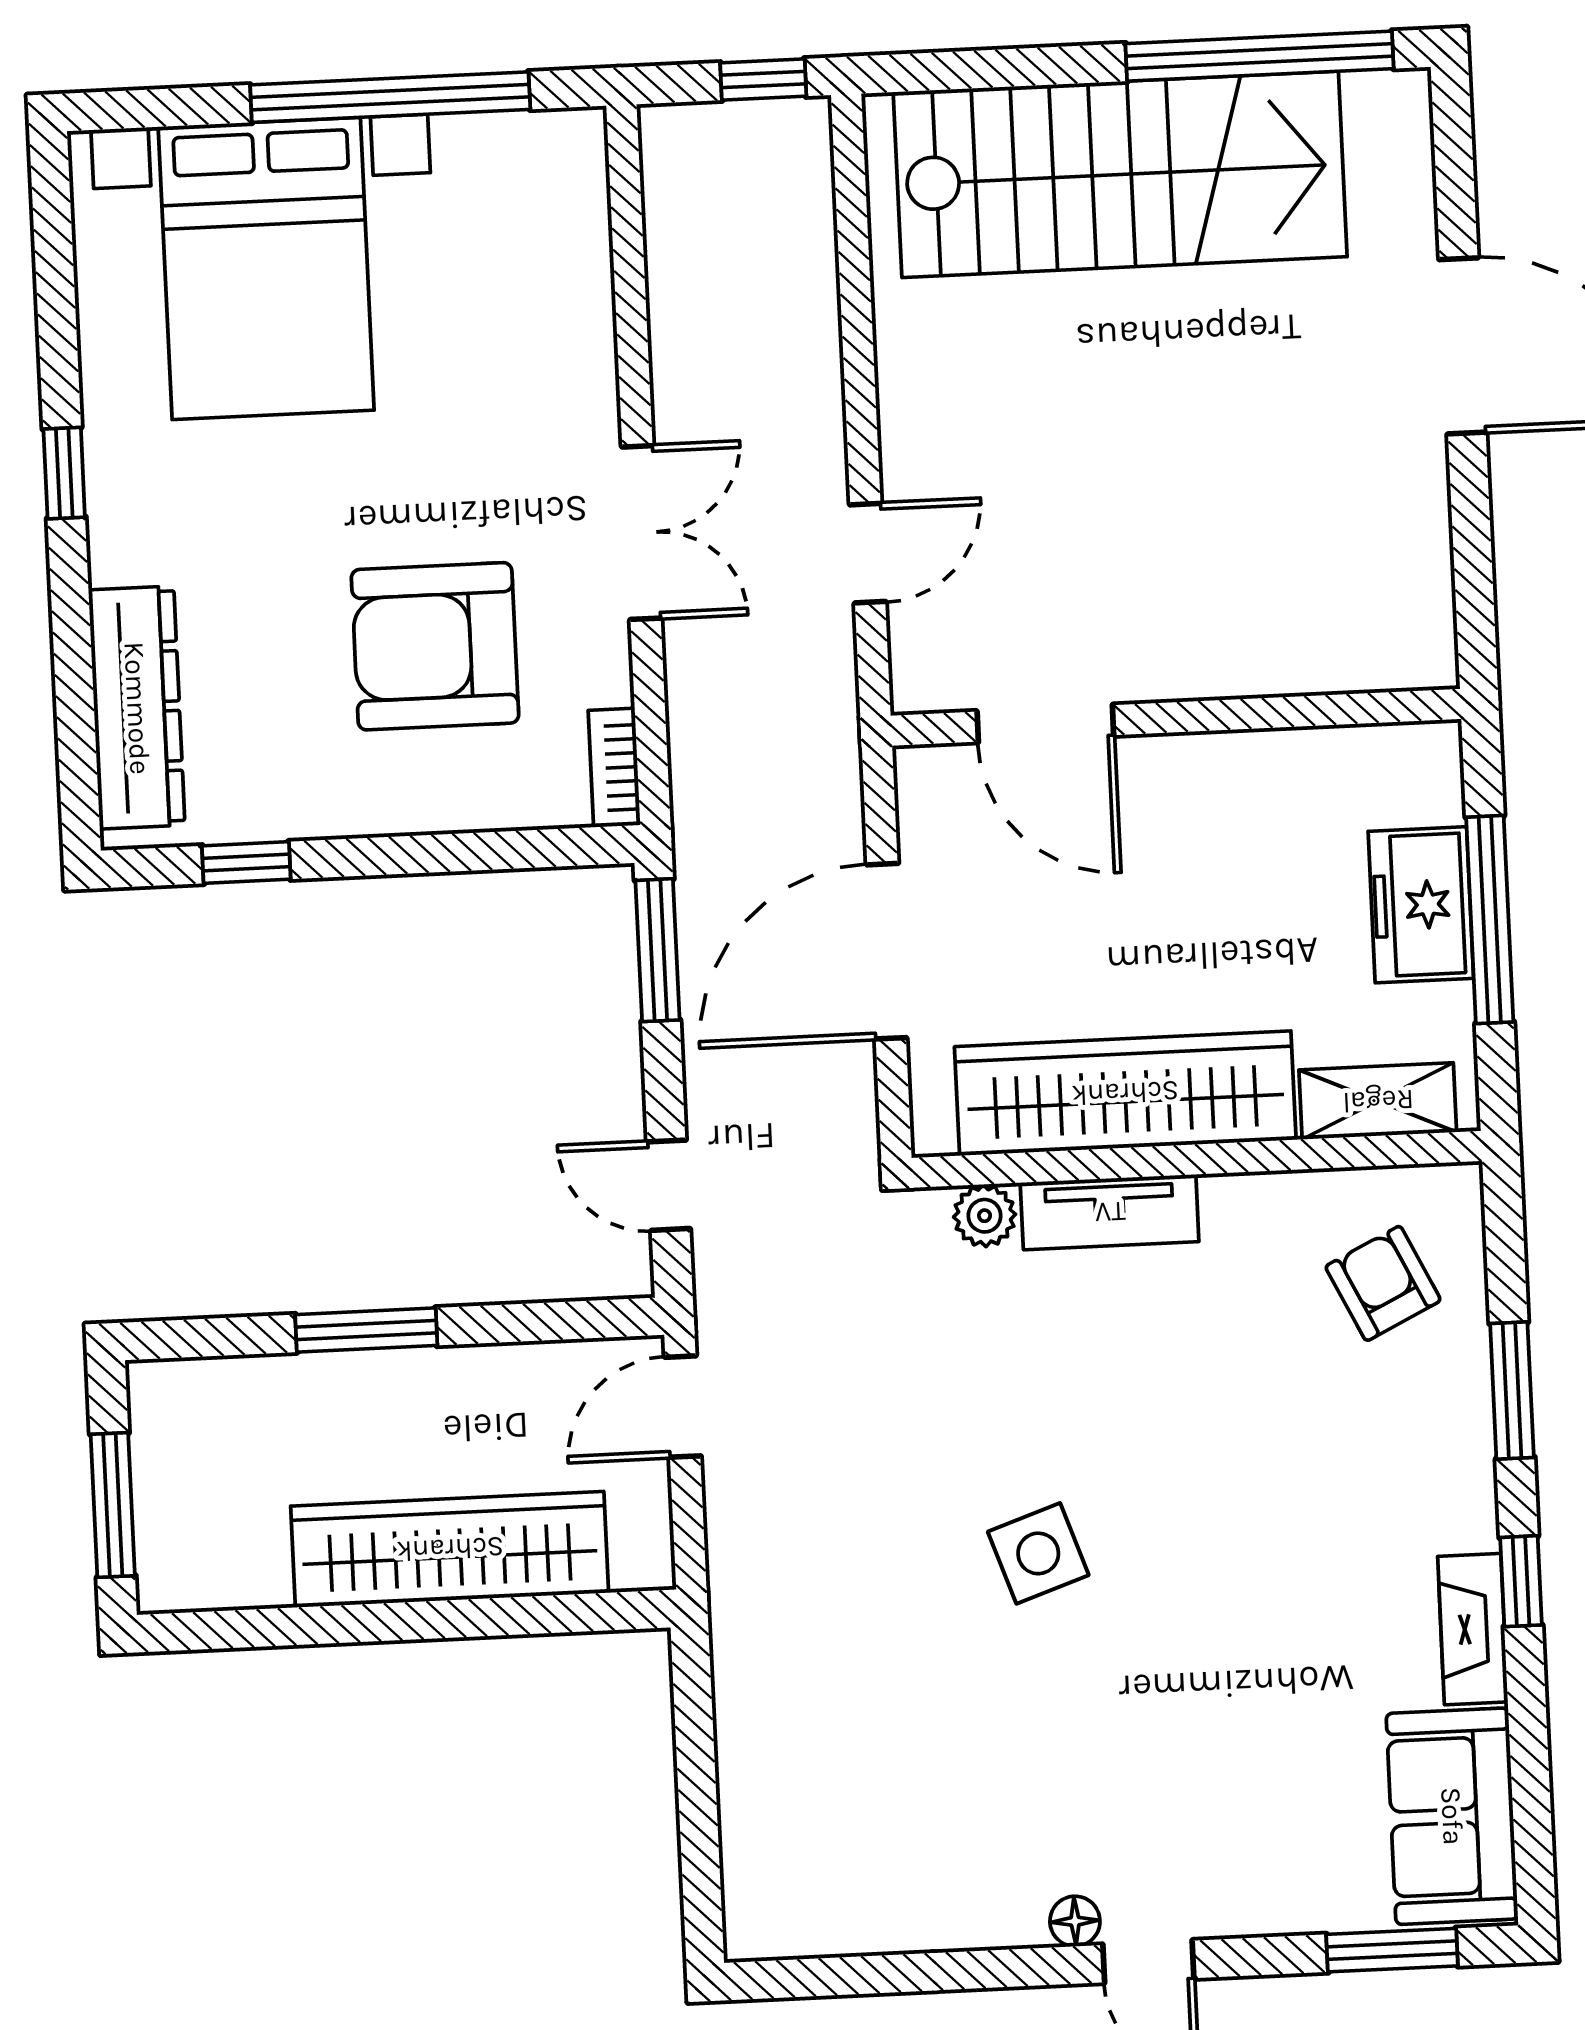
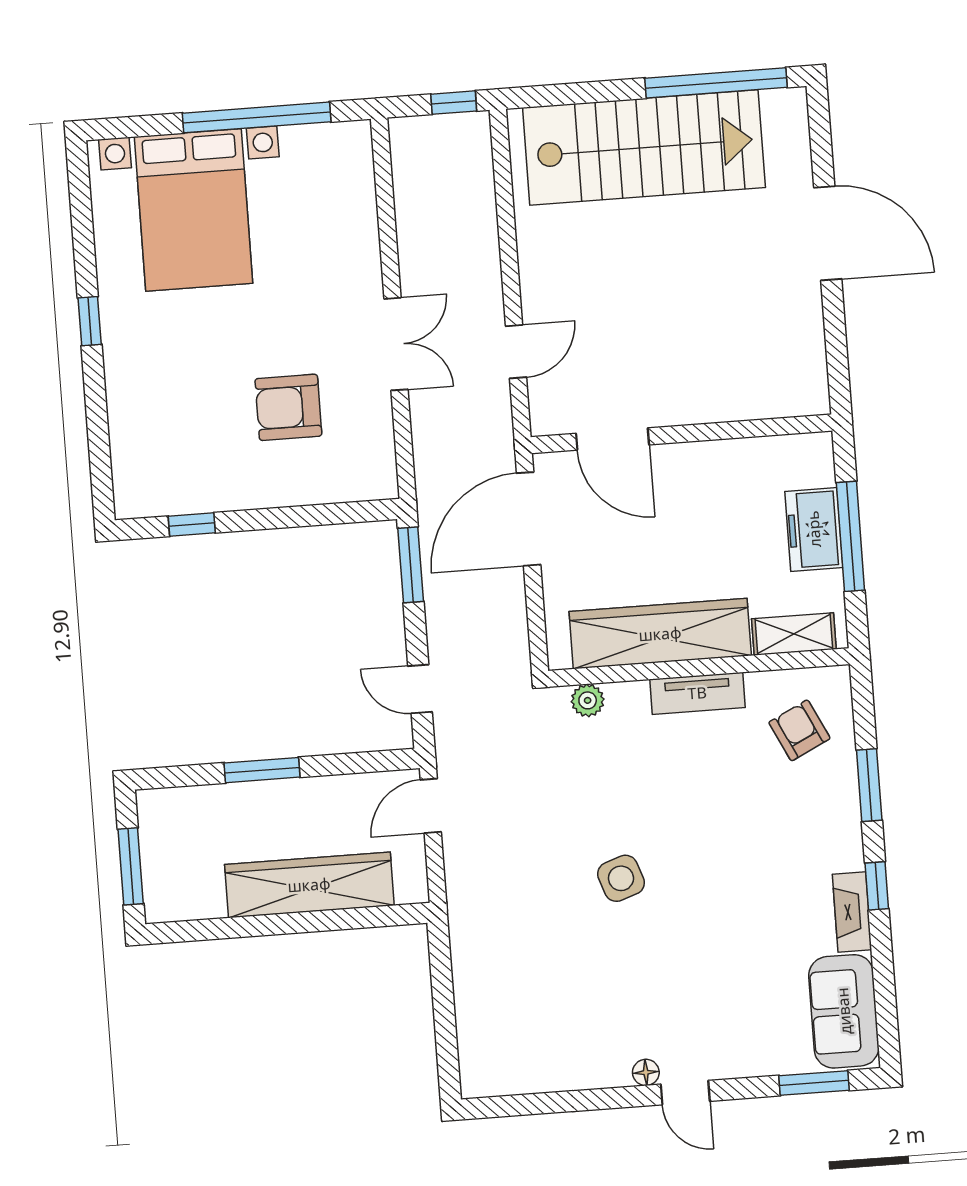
armchair: (435, 646) -> (288, 407), width x0.73, depth x0.73
dresser: (137, 708) -> (131, 444), removed
bookcase: (614, 768) -> (385, 469), removed
door: (887, 951) -> (529, 519), moved
tv unit: (1110, 1212) -> (697, 693), moved

